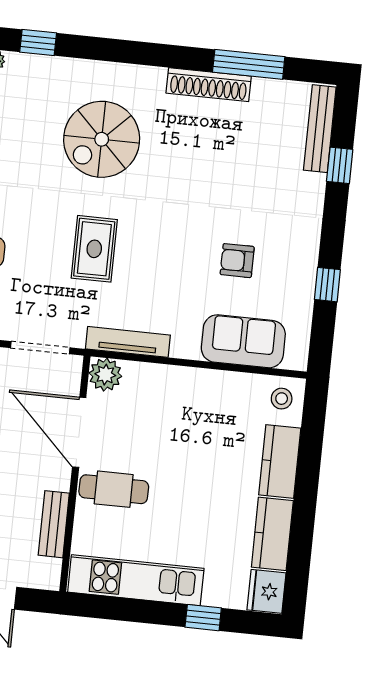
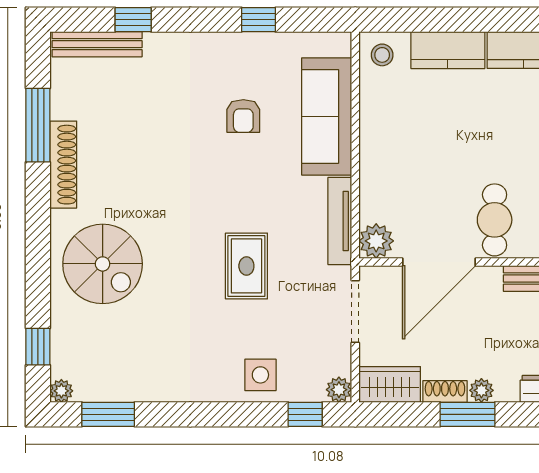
spiral stairs: (102, 139) -> (103, 264), moved
rug: (94, 249) -> (246, 266), turned 90
sofa: (243, 341) -> (327, 116), width x1.36

